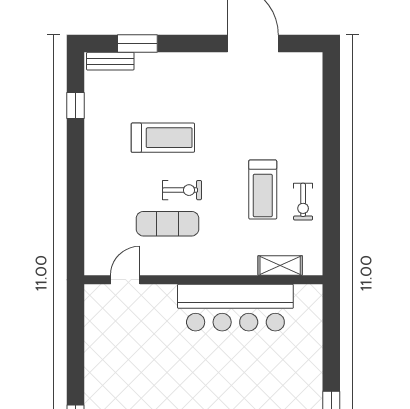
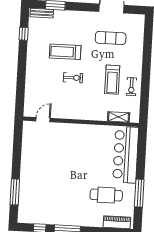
treadmill: (163, 138) -> (65, 52), turned 180
exercise mat: (167, 224) -> (111, 38), moved
bar counter: (235, 308) -> (126, 155), moved, turned 90

